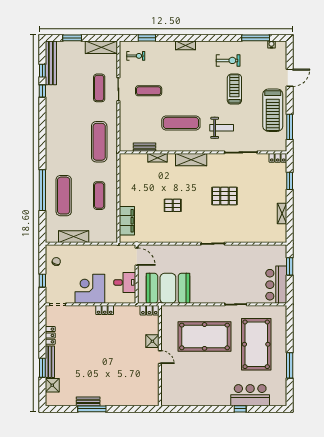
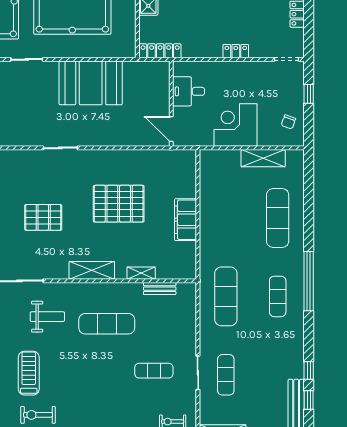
treadmill: (234, 89) -> (29, 373), turned 180
weight bench: (222, 128) -> (47, 317), turned 180
window: (42, 190) -> (309, 281), moved
exercise mat: (99, 196) -> (278, 296), moved
pallet: (173, 205) -> (119, 204), width x2.05, depth x2.00
filing cabinet: (127, 221) -> (185, 220), moved
booth: (168, 288) -> (91, 83), moved
corner desk: (90, 289) -> (235, 125), moved, turned 180
locker: (105, 310) -> (236, 51), moved
locker: (149, 310) -> (160, 51), width x1.53

